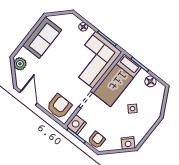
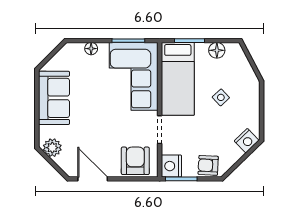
armchair: (97, 140) -> (208, 165), turned -87

